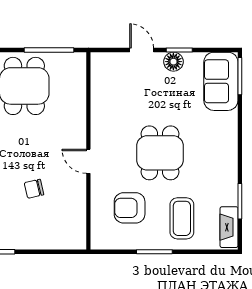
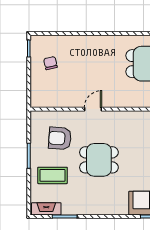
chair: (34, 189) -> (50, 63), moved
armchair: (130, 208) -> (60, 138), turned -86

